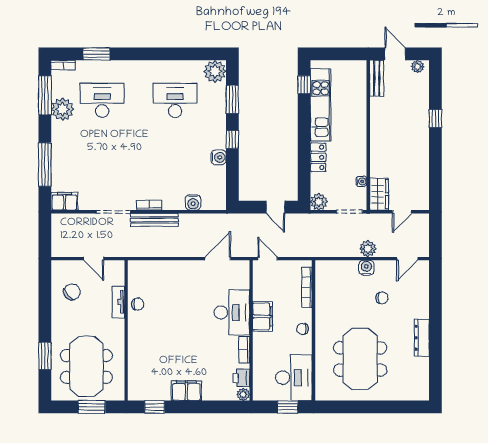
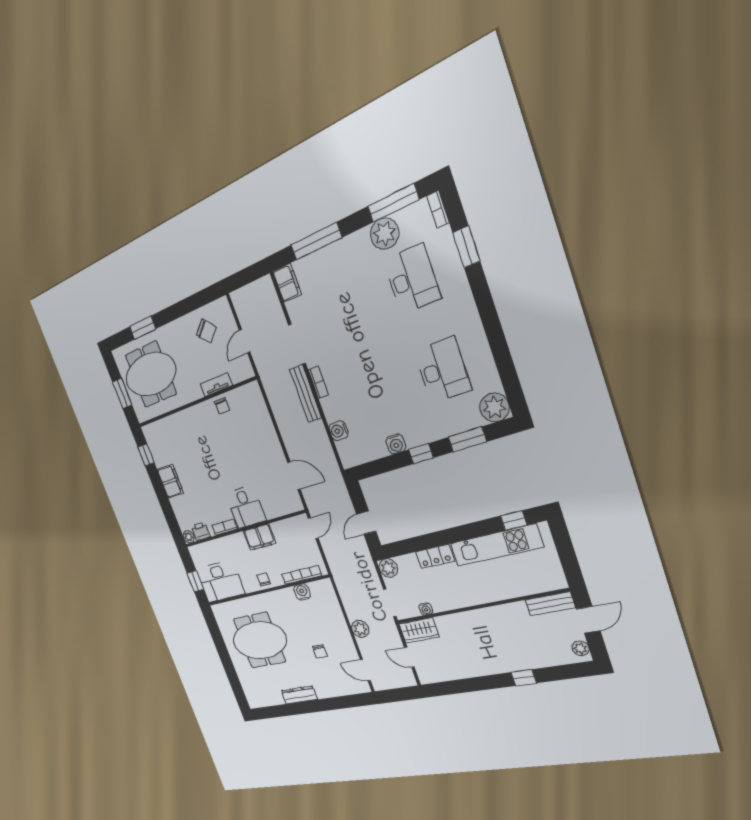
water cooler: (366, 268) -> (302, 592), moved, turned -90
desk: (232, 313) -> (246, 507), width x0.73

